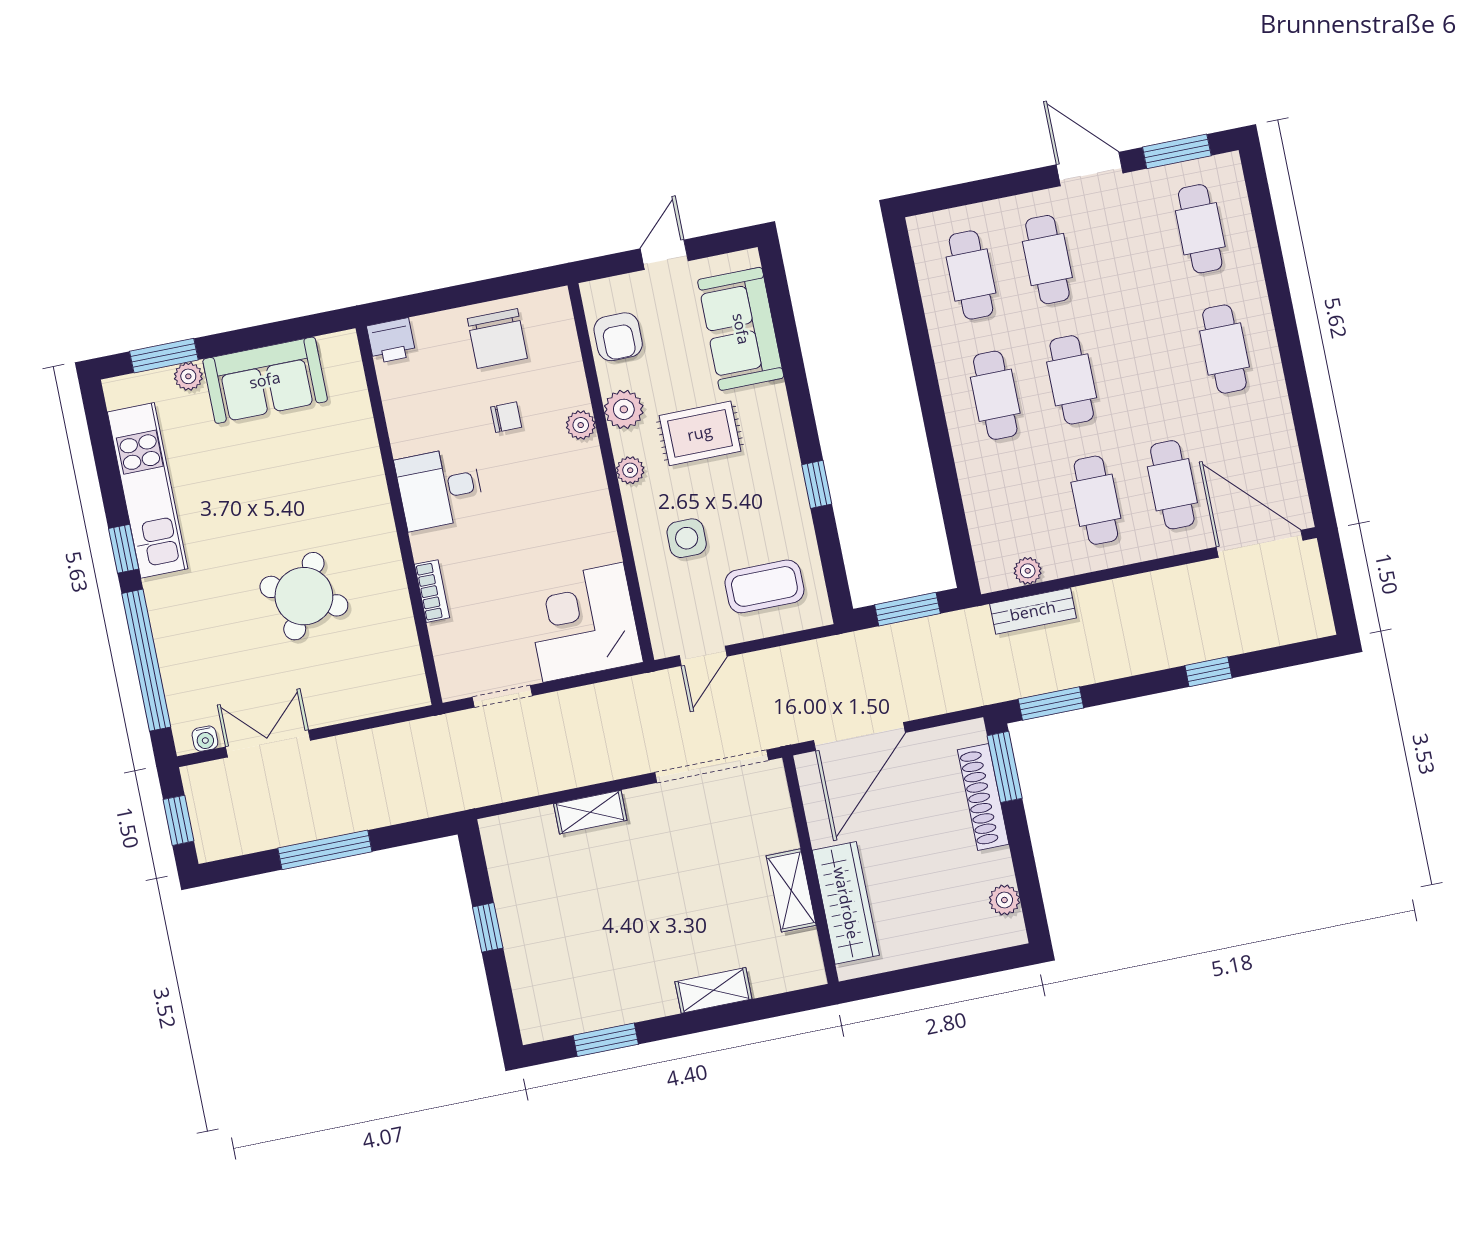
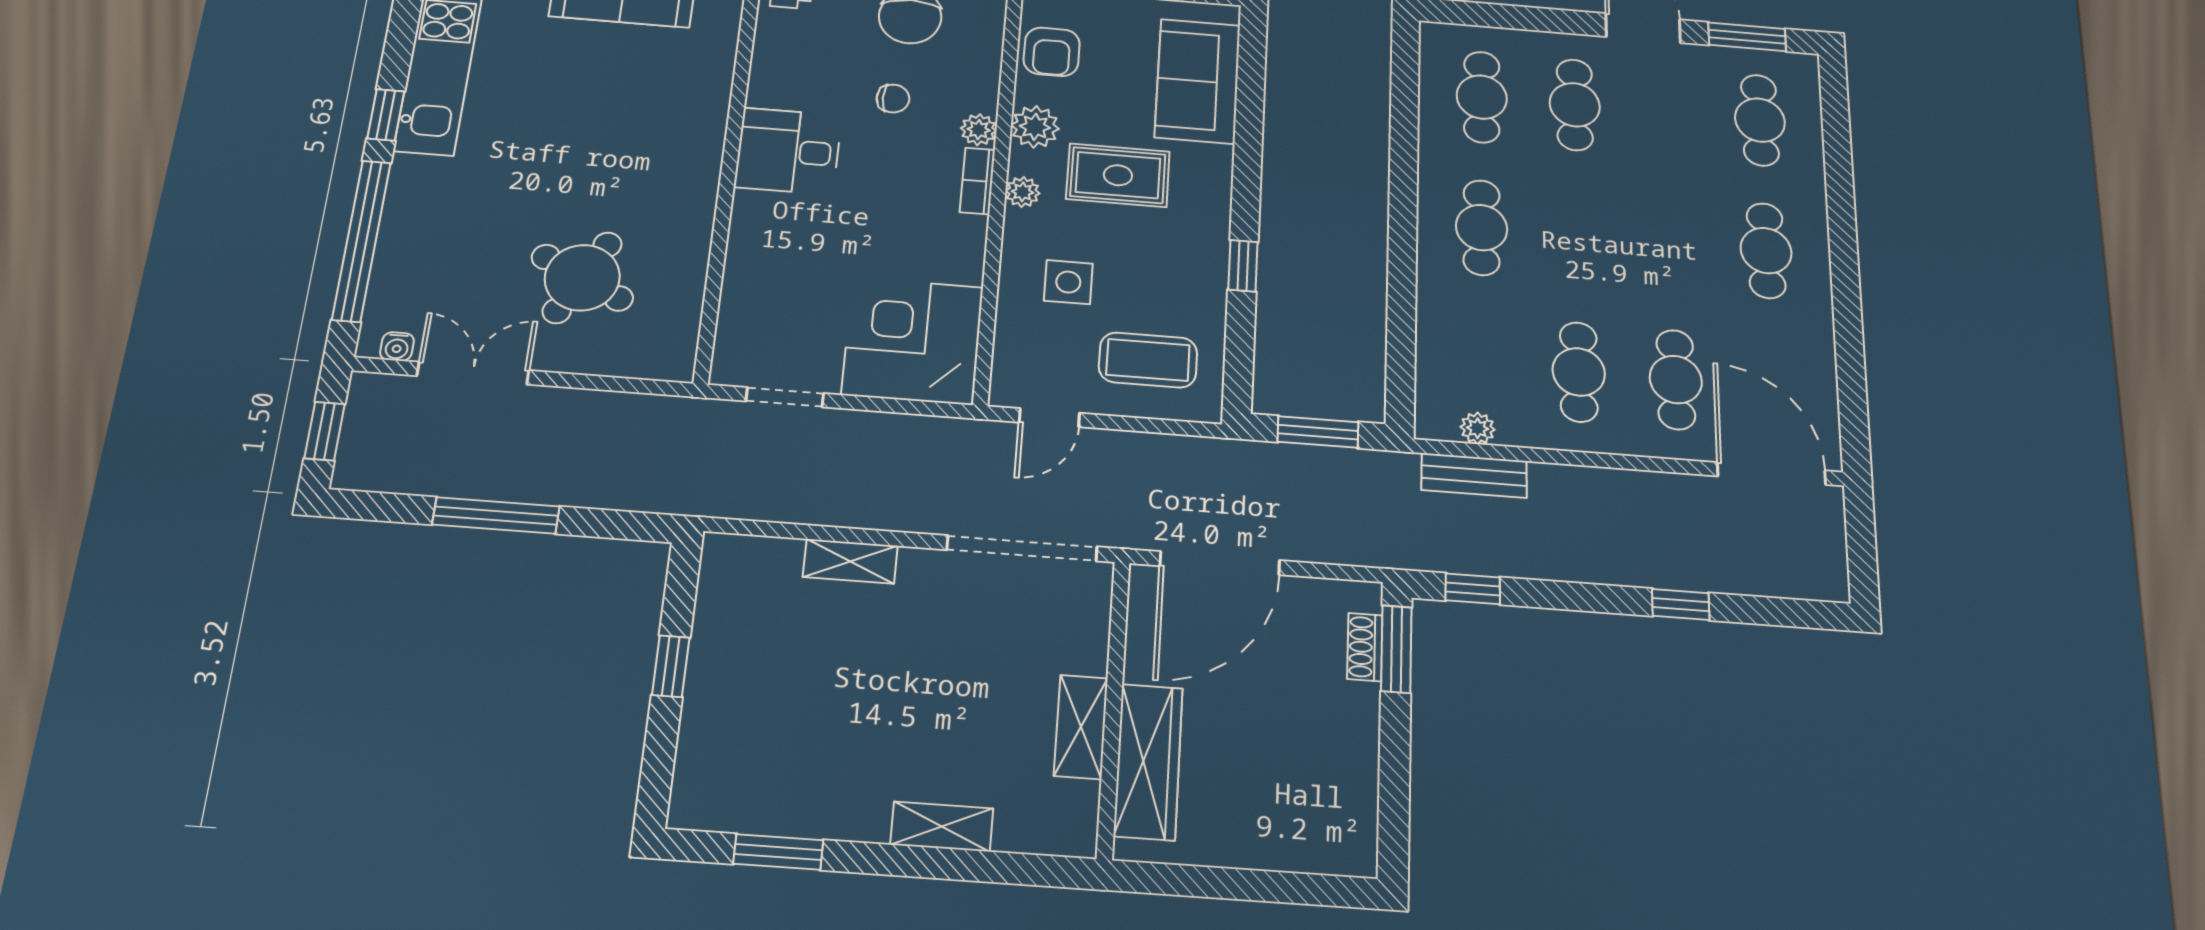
cafe table: (1072, 380) -> (1577, 235), removed
bookcase: (432, 591) -> (977, 181), moved, turned 180
round table: (304, 596) -> (582, 278), moved
window: (1051, 703) -> (1473, 589), width x0.67
shoe rack: (983, 797) -> (1365, 647), width x0.51, depth x0.81
plant: (1004, 900) -> (1358, 814), removed

